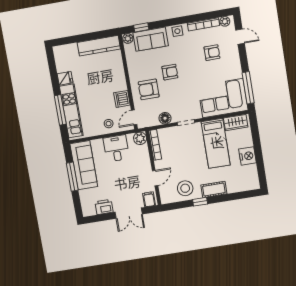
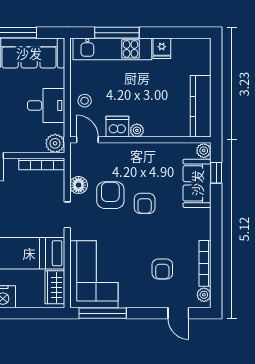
side table: (177, 31) -> (202, 224), removed
door: (240, 37) -> (178, 313), hinge flipped
plant: (122, 86) -> (137, 130), added
armchair: (149, 89) -> (110, 195), moved

